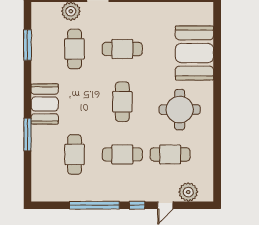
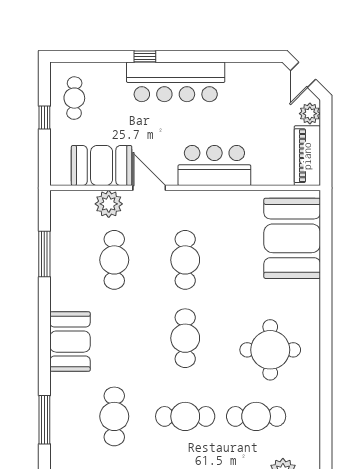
cafe table: (122, 49) -> (185, 260), turned 90
booth: (194, 53) -> (292, 238), moved
window: (27, 134) -> (44, 420), moved

